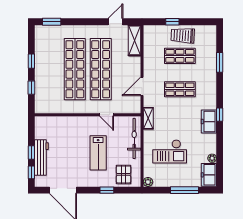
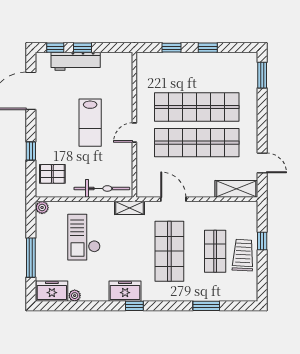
shop shelf: (180, 89) -> (169, 251), width x1.43, depth x1.36
door: (107, 115) -> (134, 132), moved
lab bench: (98, 153) -> (90, 123), moved, turned -90

